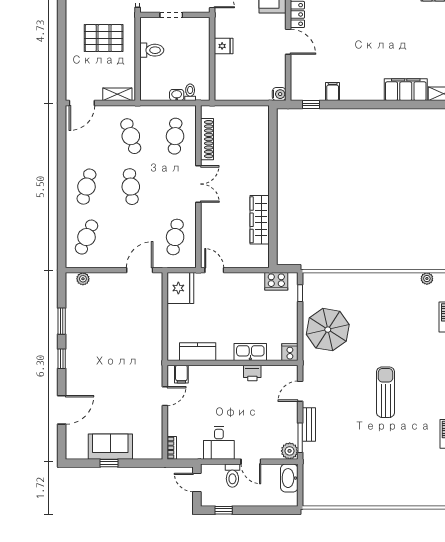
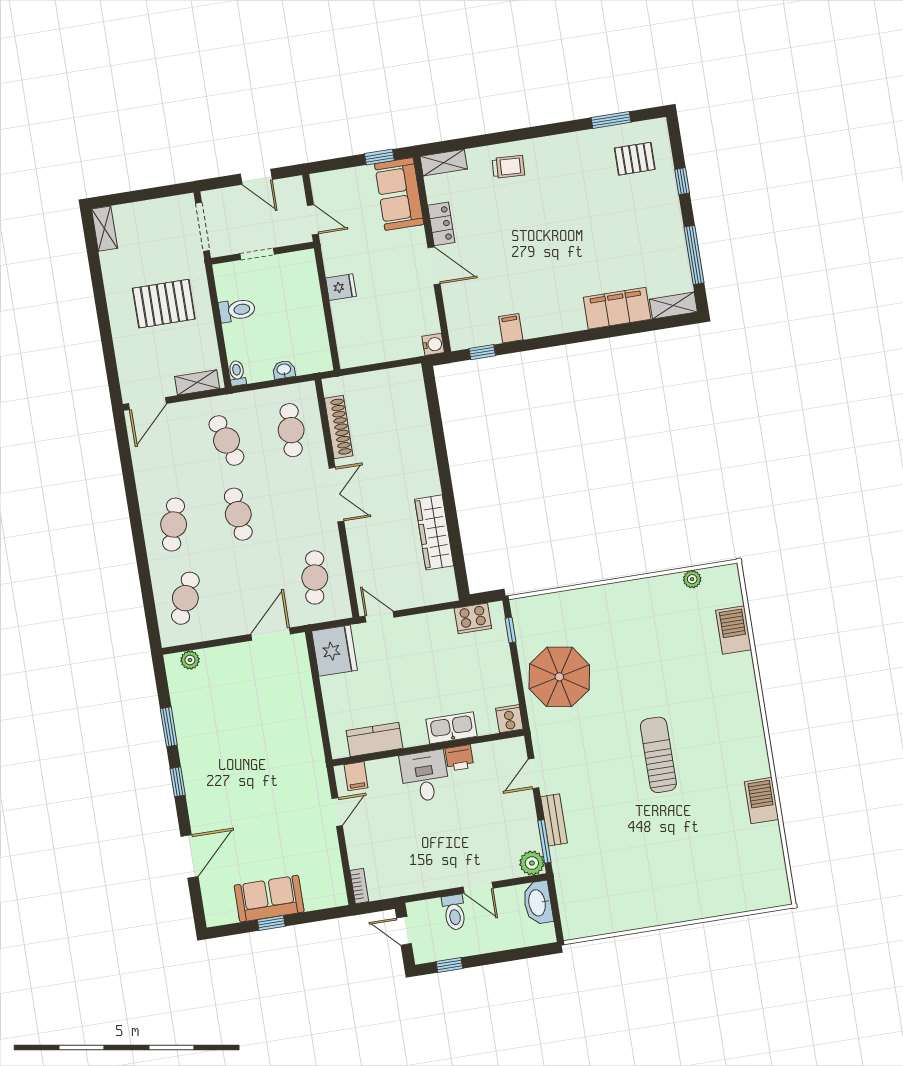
toilet: (190, 92) -> (237, 373), moved
desk: (219, 443) -> (425, 776), moved, turned 180

